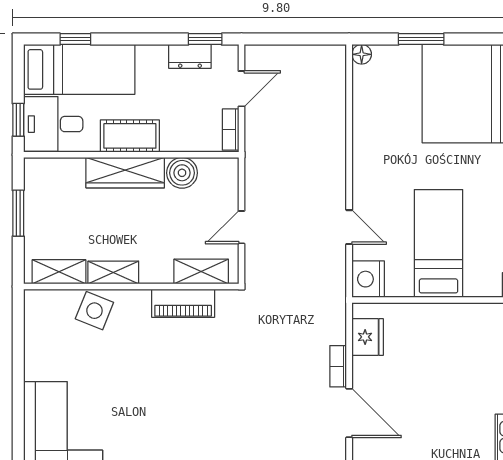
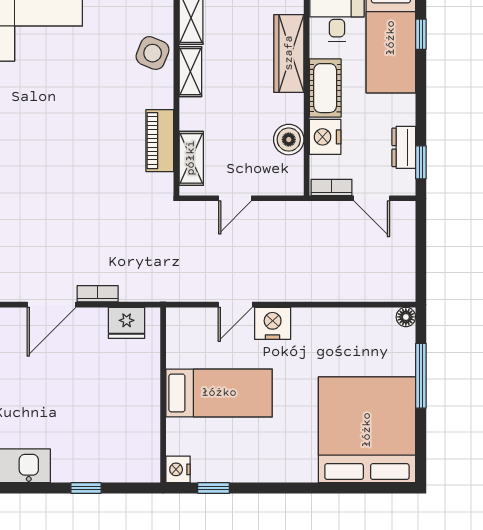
window: (421, 39) -> (421, 376), width x1.44
nightstand: (179, 136) -> (325, 137), added
wardrobe: (125, 173) -> (289, 53), moved
door: (241, 227) -> (235, 198), swing flipped
nightstand: (368, 279) -> (273, 323), moved

